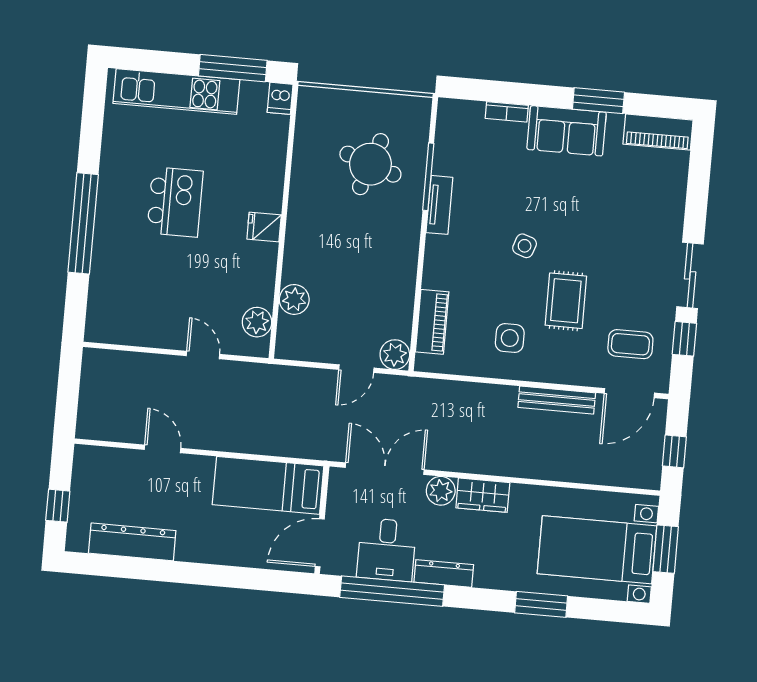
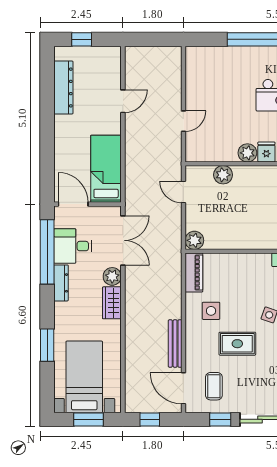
plant: (257, 322) -> (247, 153), moved
piano: (432, 322) -> (194, 273), moved, turned -90
door: (356, 369) -> (183, 192), moved

